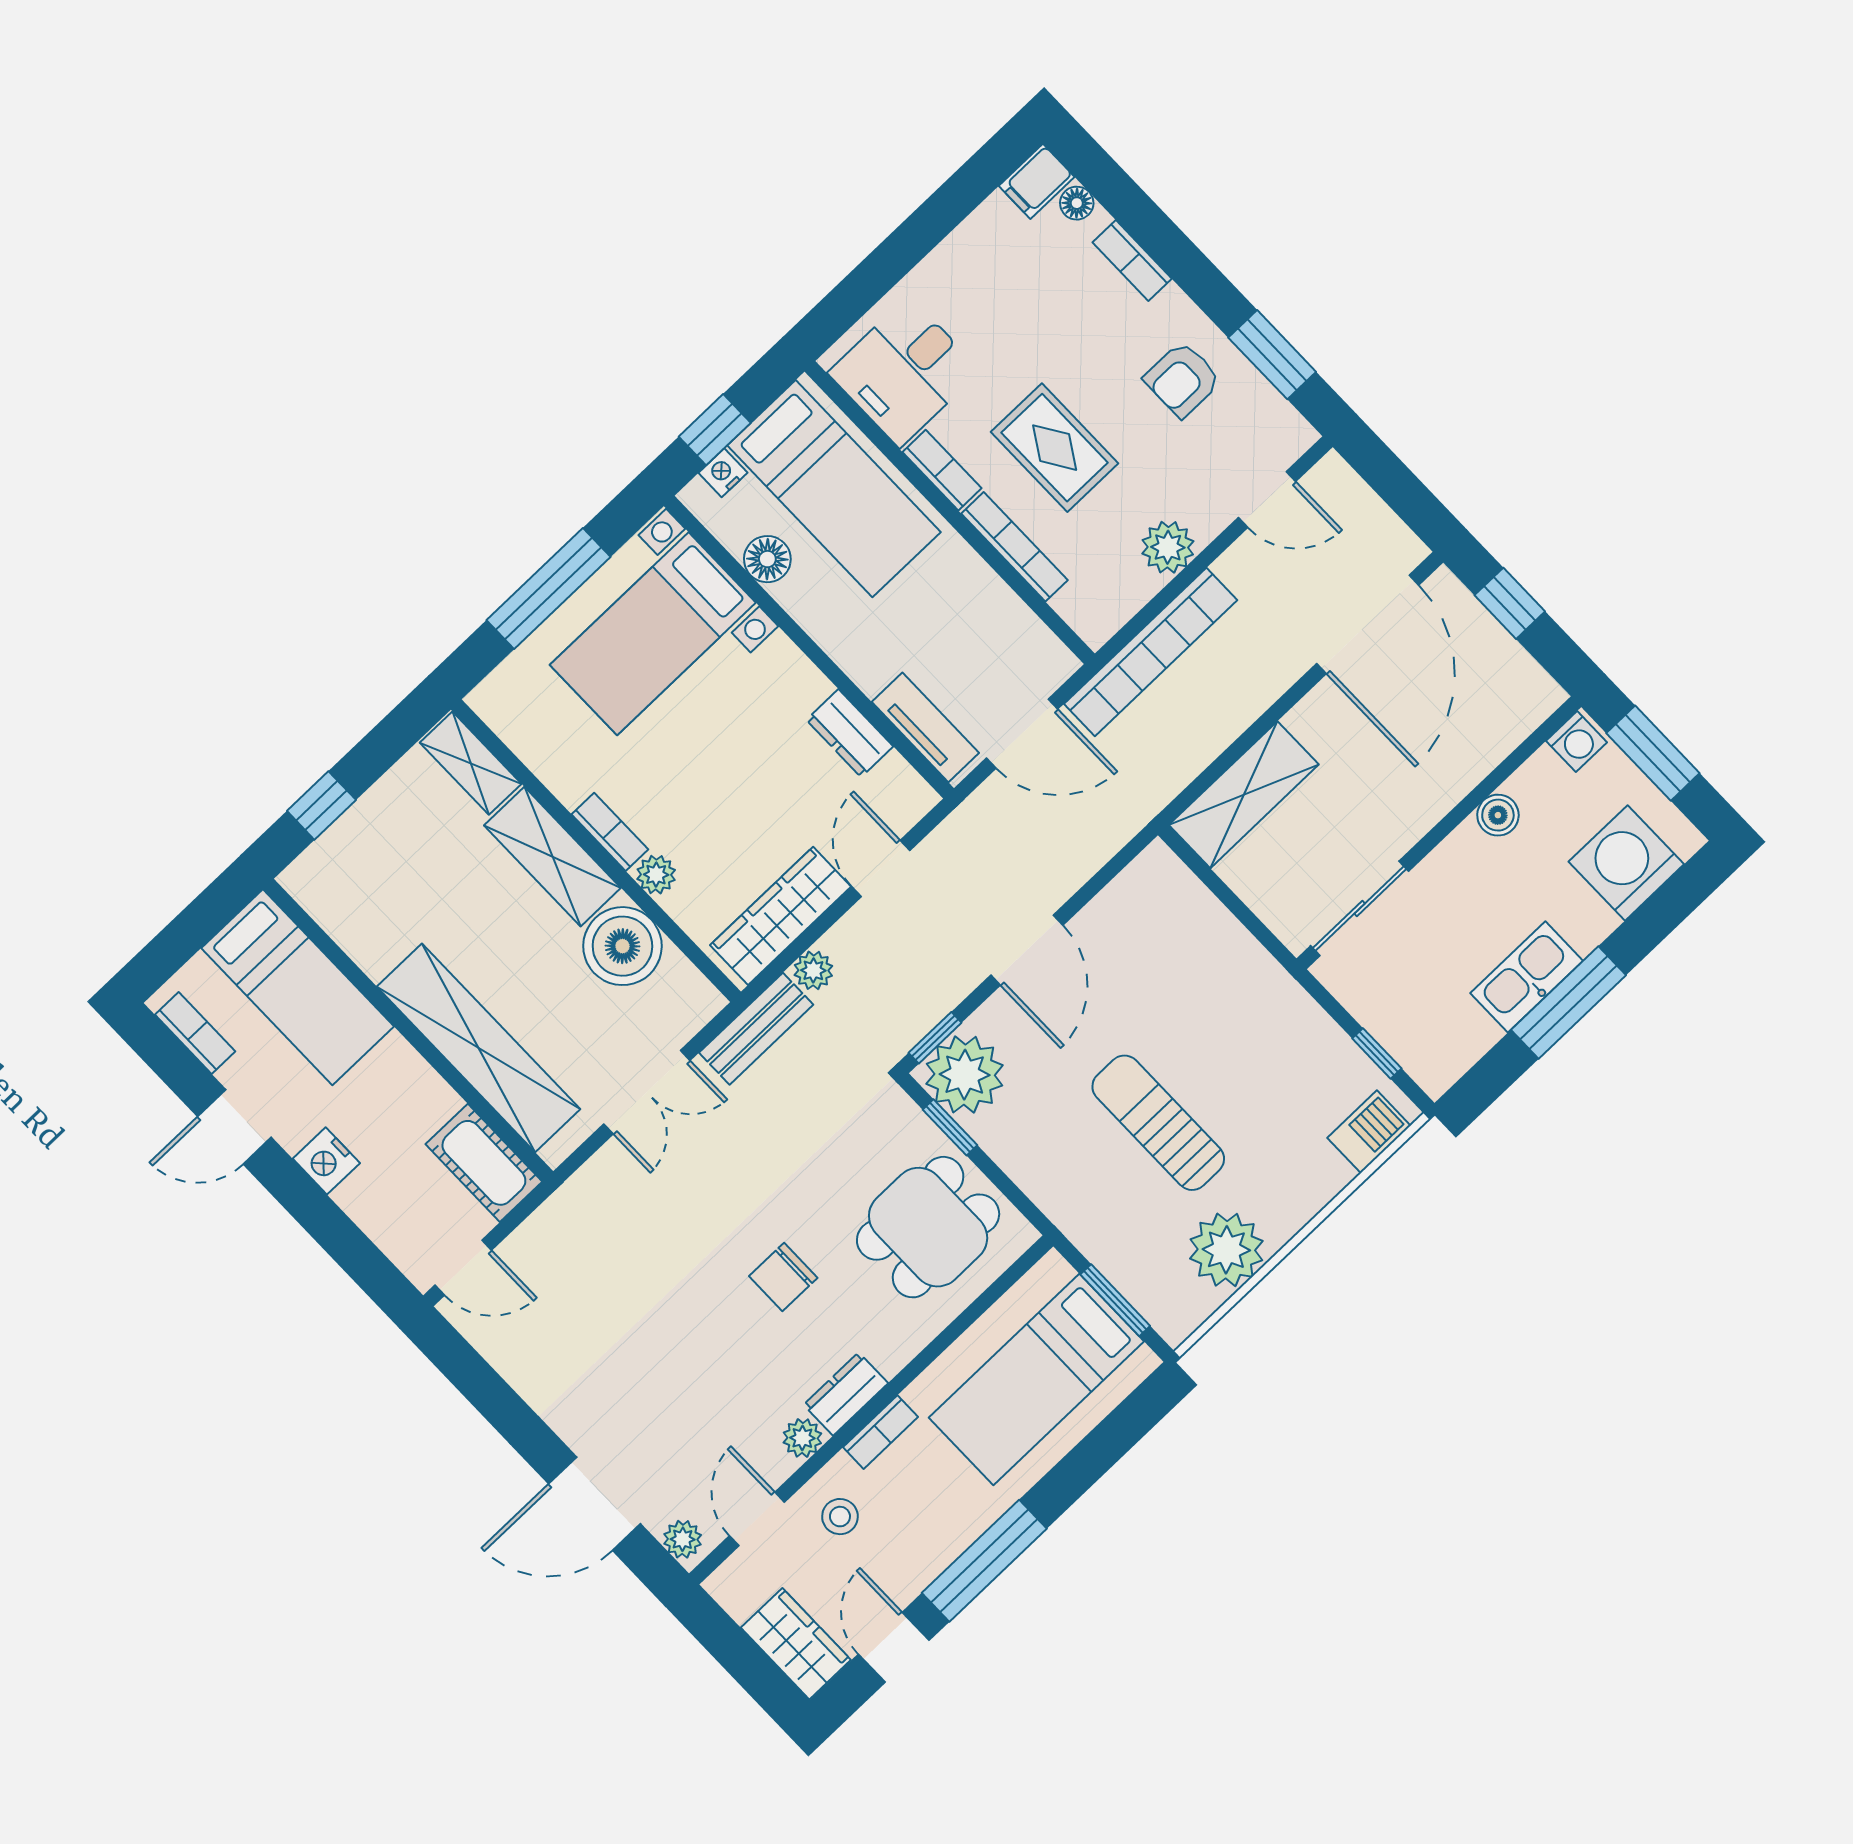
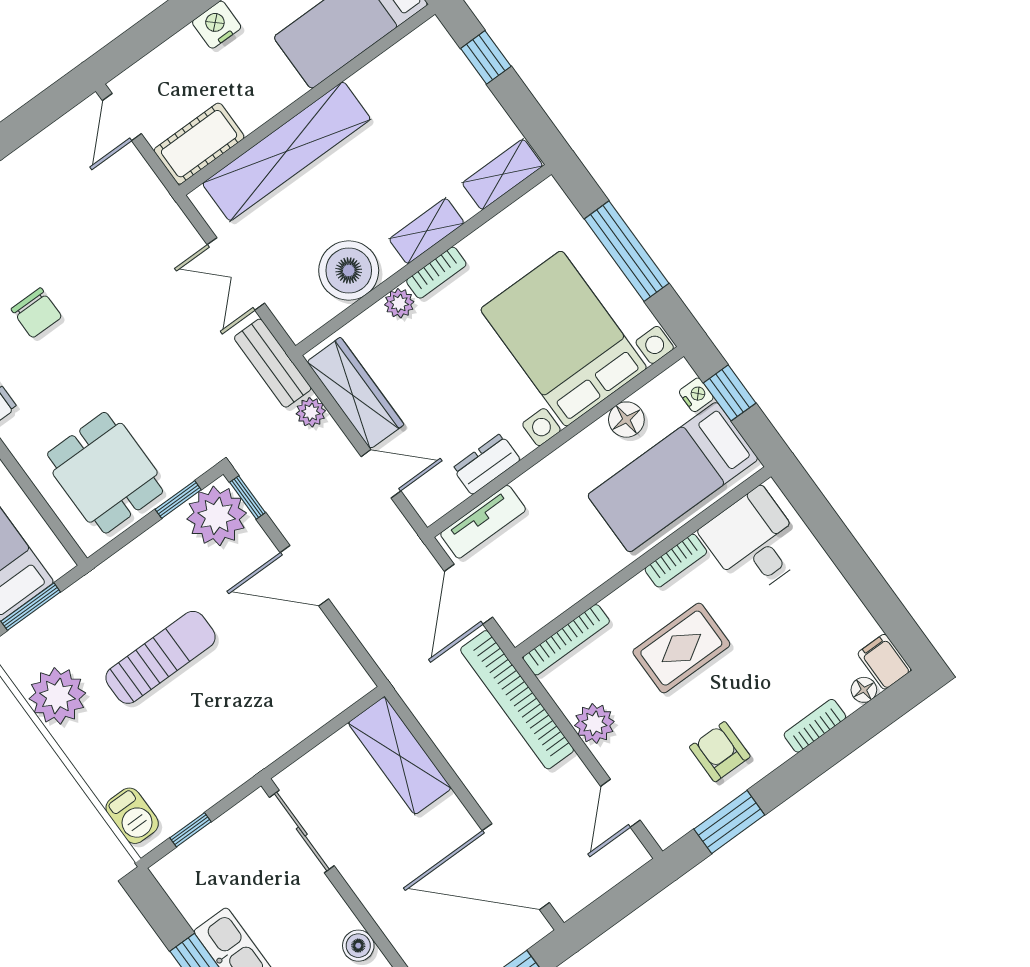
bookcase: (1014, 547) -> (566, 640), moved
bed with nightstands: (653, 634) -> (564, 339), width x1.36
shelving: (552, 857) -> (427, 231), width x0.67, depth x0.75
chair: (783, 1277) -> (36, 313), moved, turned 180

